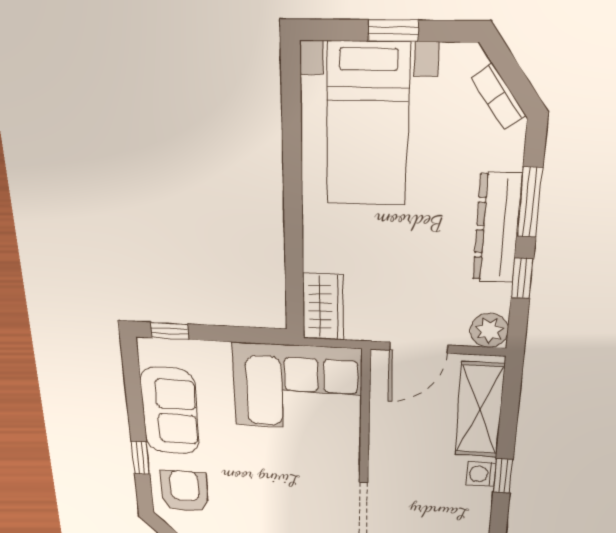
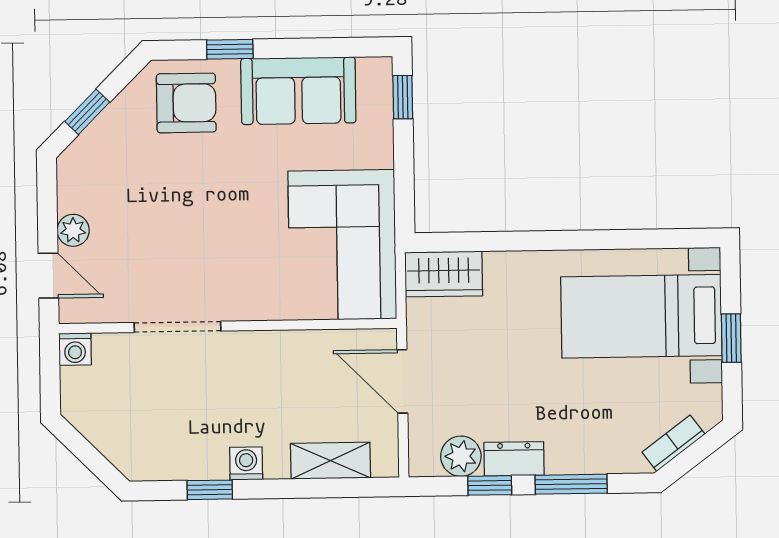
dresser: (497, 228) -> (514, 459), width x0.51, depth x0.80
plant: (489, 330) -> (461, 456), moved
shelving: (480, 410) -> (331, 461), width x0.67, depth x0.75
window: (503, 476) -> (210, 490), moved

